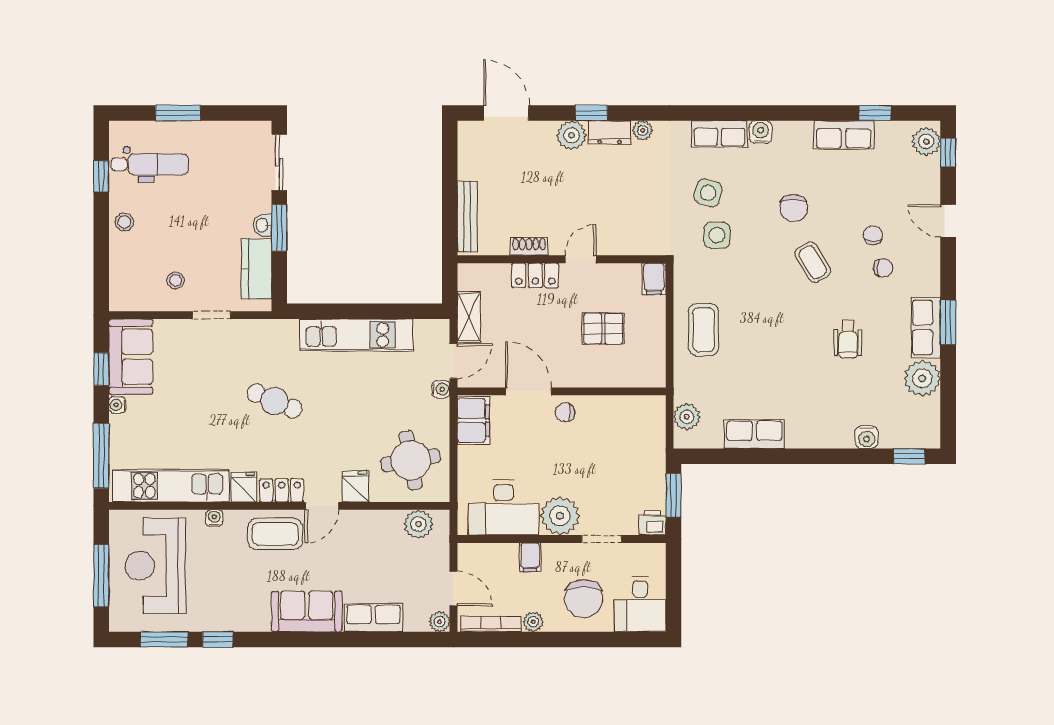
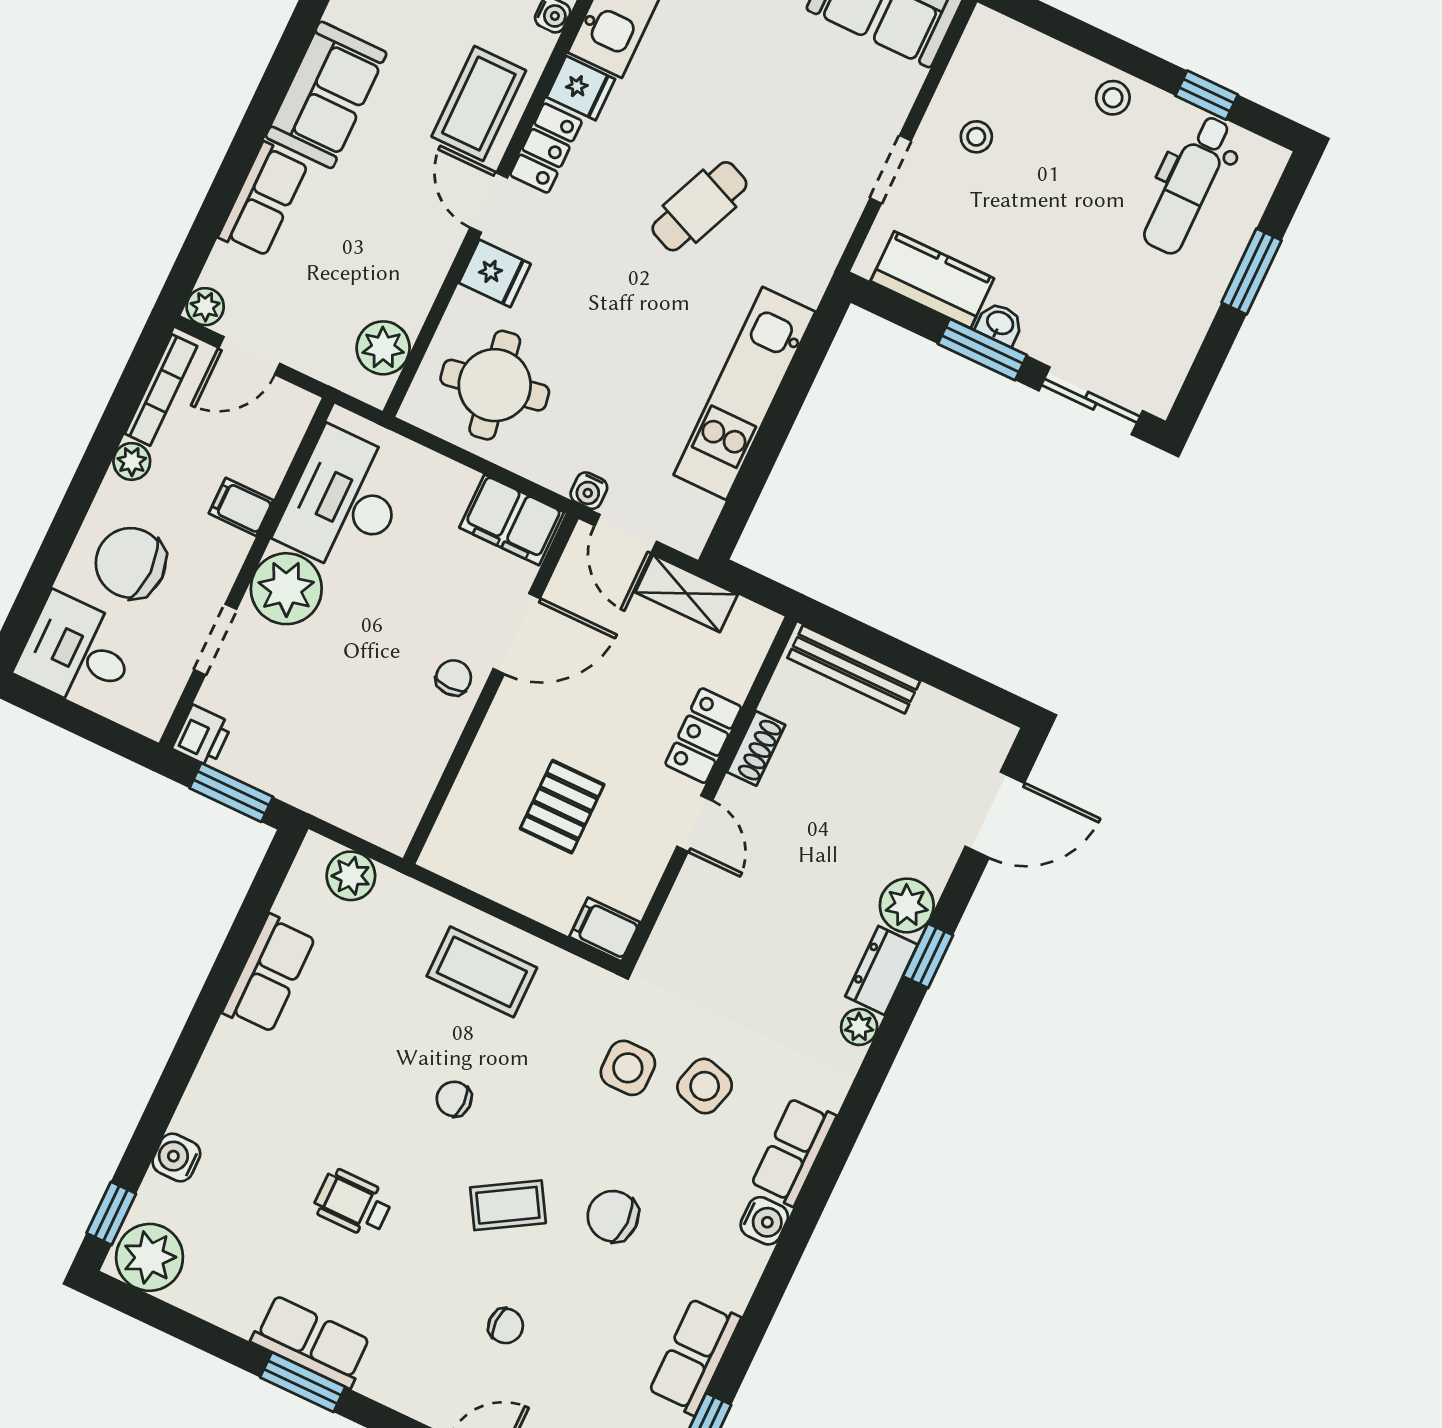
chair: (883, 268) -> (454, 1099), moved, turned 90
plant: (922, 378) -> (150, 1257), moved

